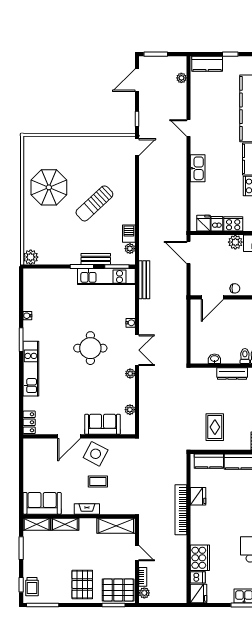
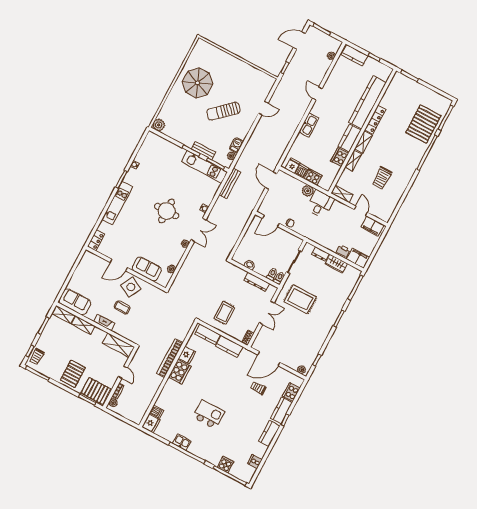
door: (137, 147) -> (263, 108), moved
cooker: (200, 558) -> (180, 372), moved

